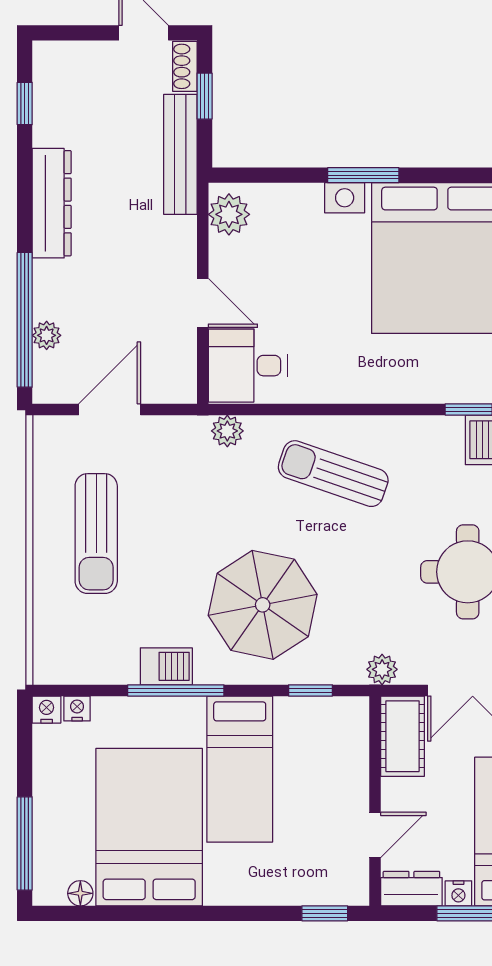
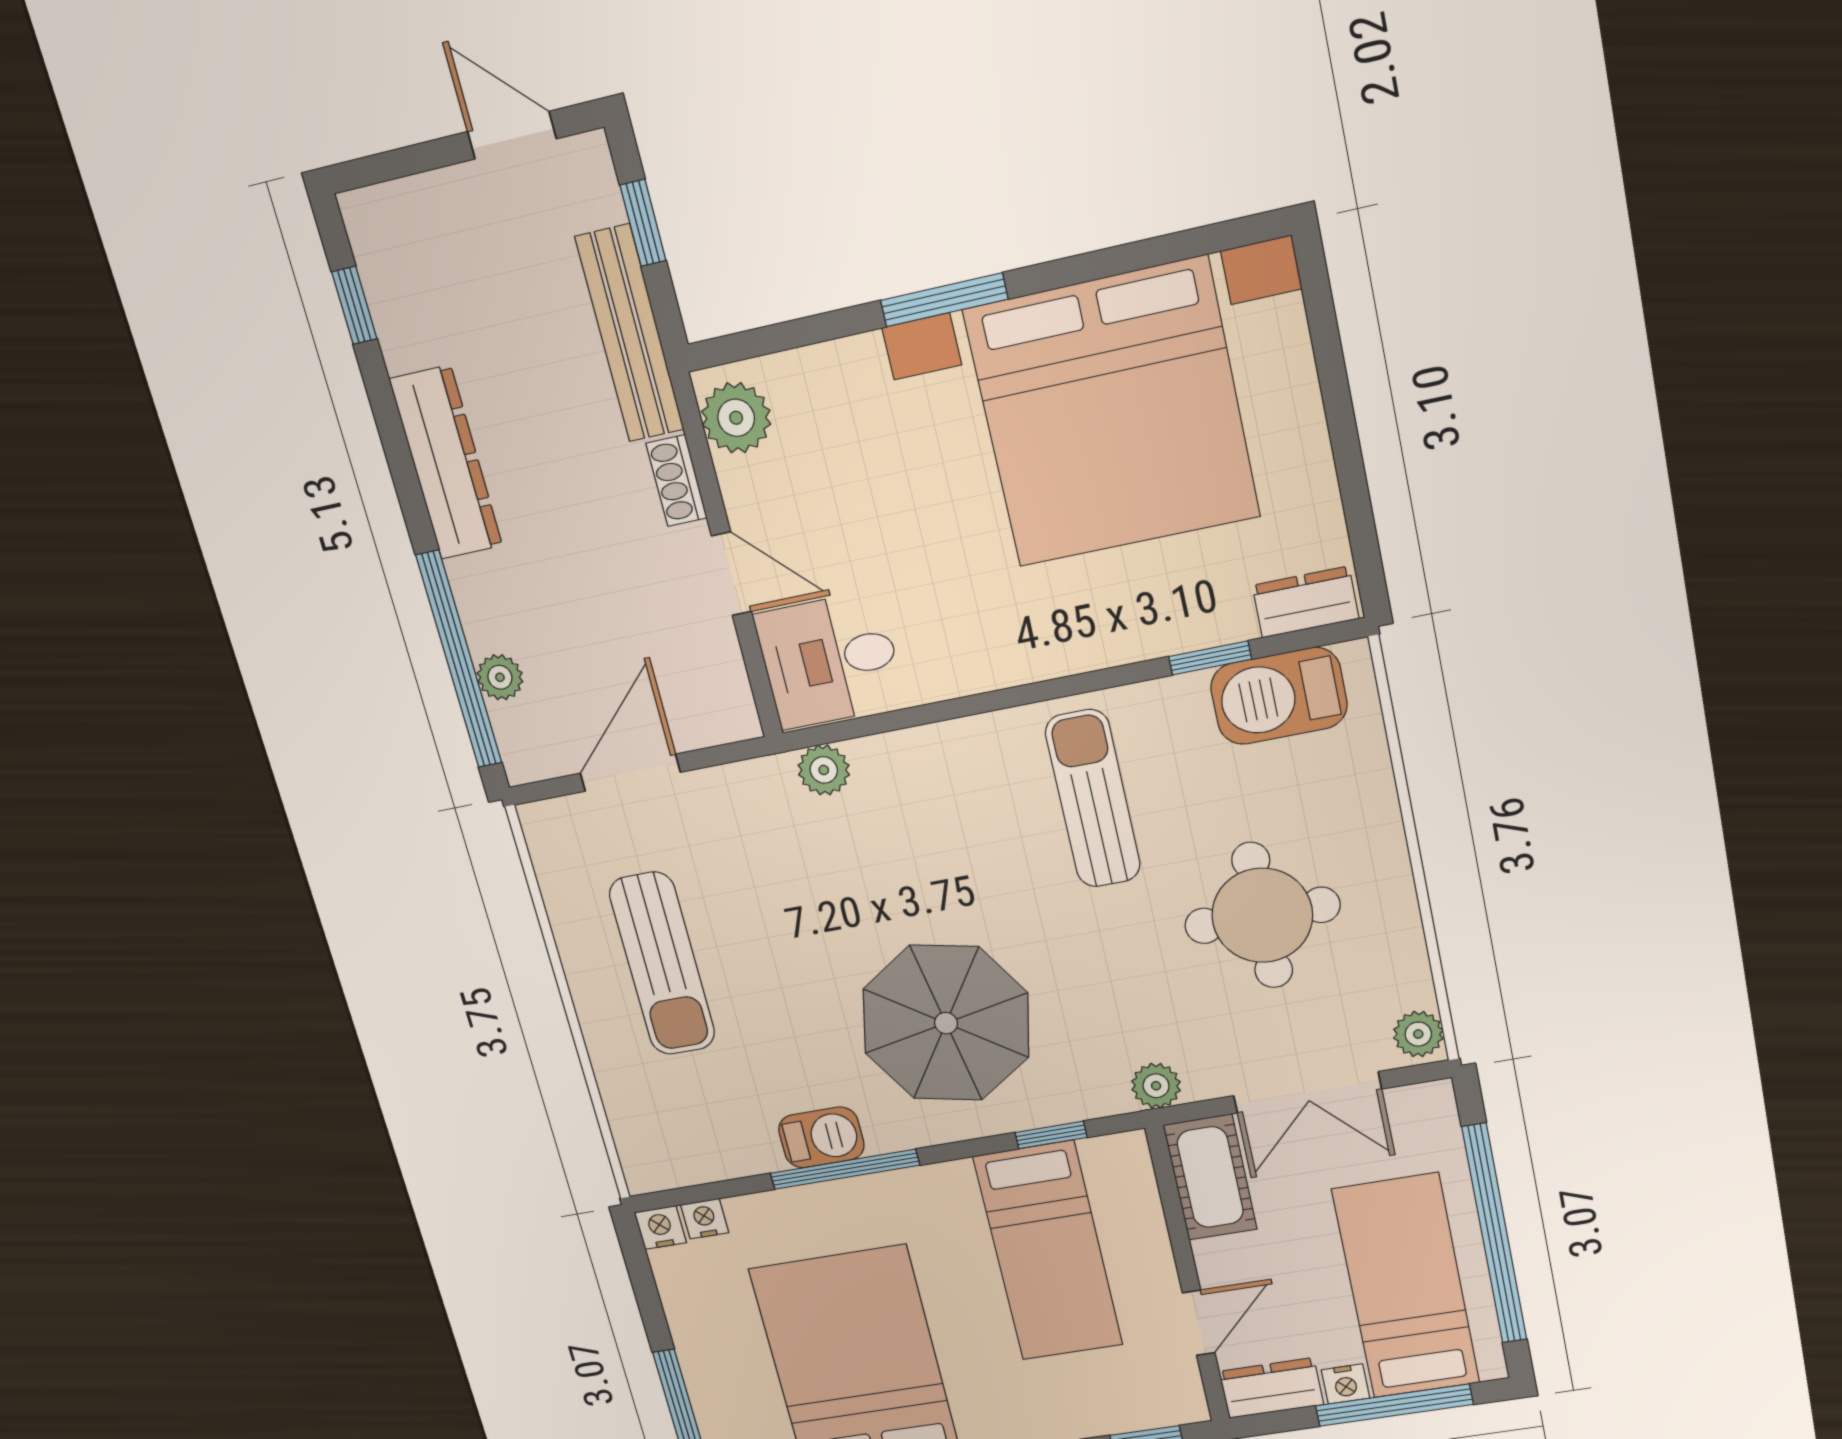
shoe rack: (185, 66) -> (677, 481), moved
sun lounger: (333, 474) -> (1093, 799), moved, turned 71
bed: (240, 769) -> (1048, 1251), moved

